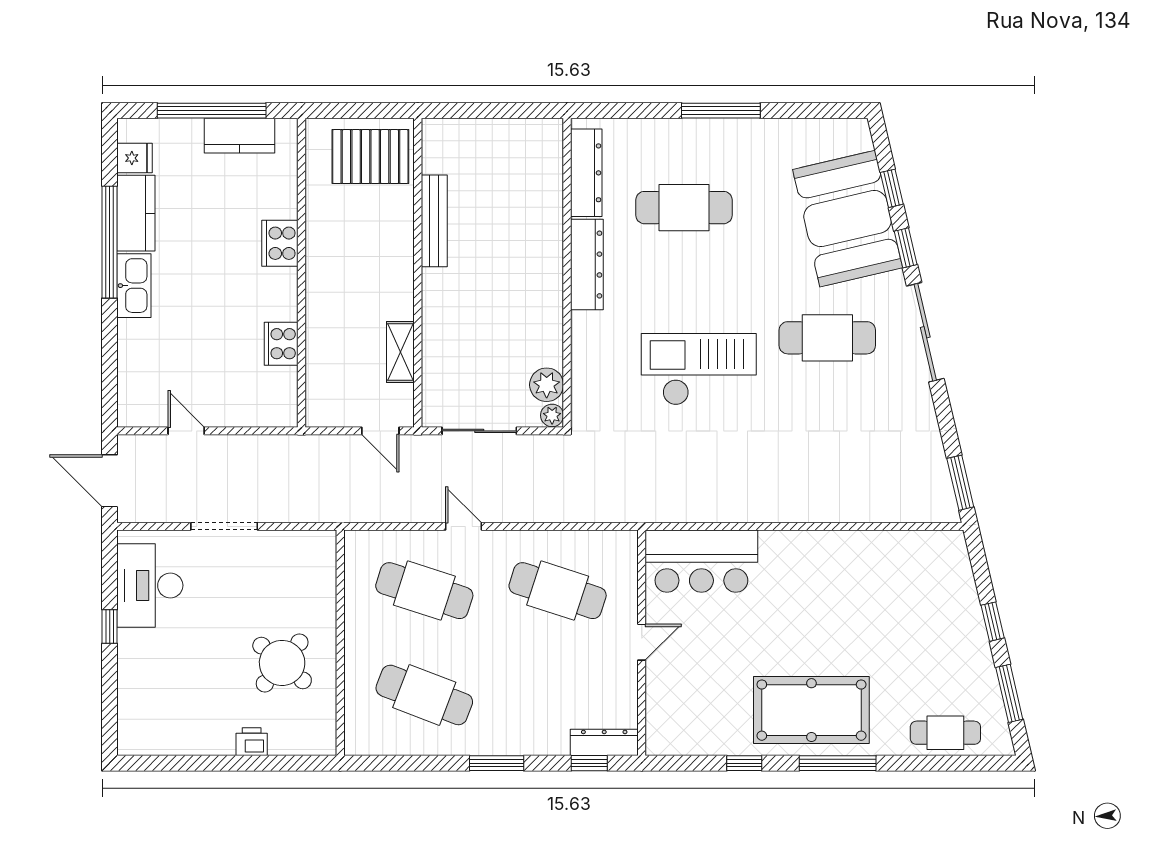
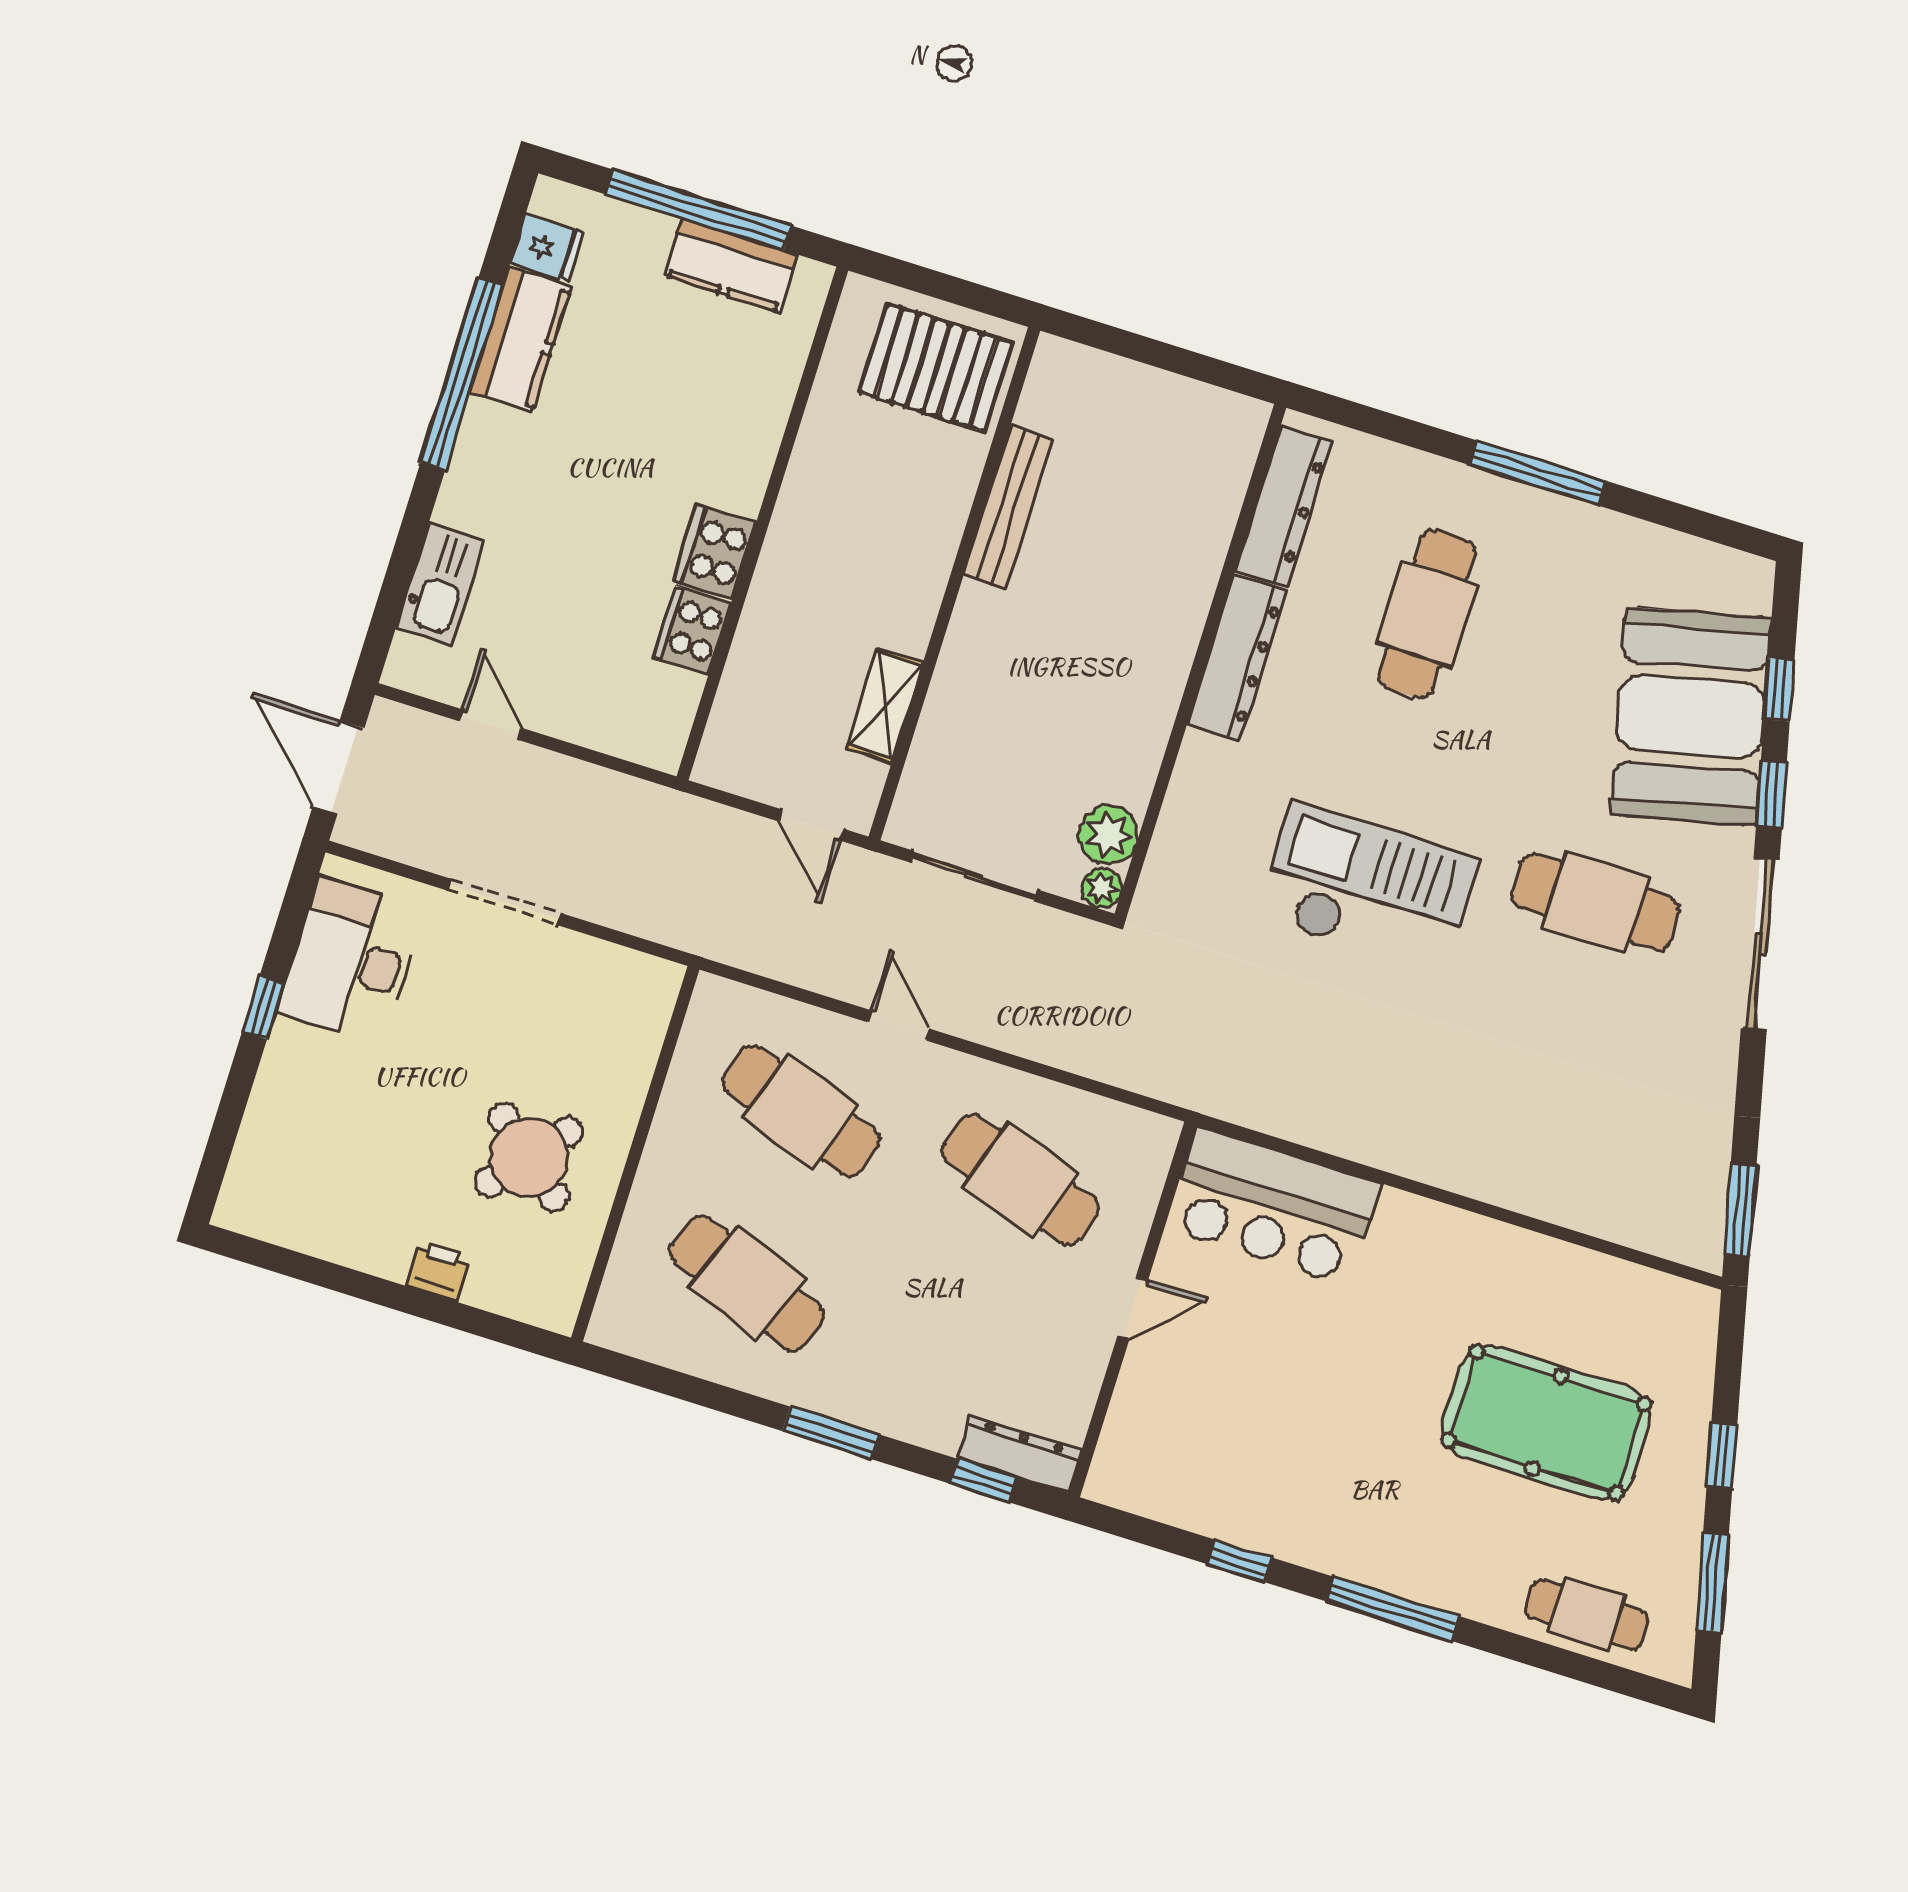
cafe table: (684, 208) -> (1427, 614), turned 90
cooker: (280, 243) -> (715, 551), moved
kitchen sink: (134, 286) -> (440, 584), moved
pool table: (811, 710) -> (1546, 1422), moved

